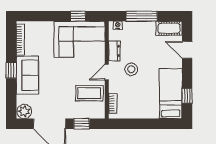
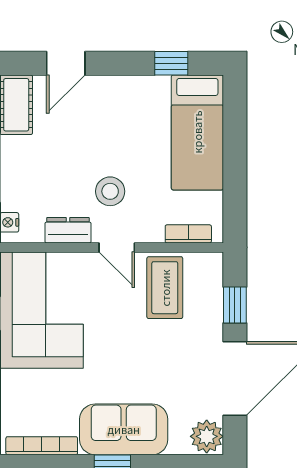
bed: (171, 94) -> (197, 132), moved, turned -90

